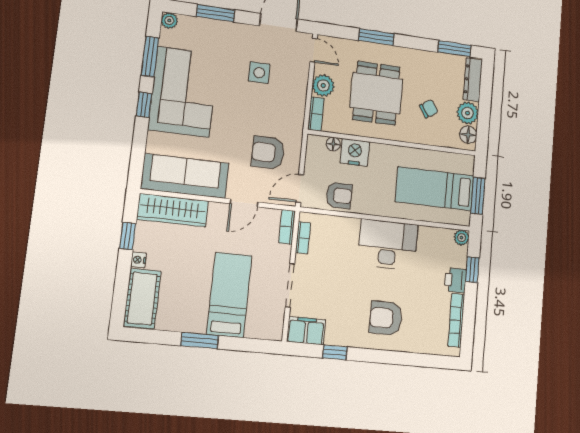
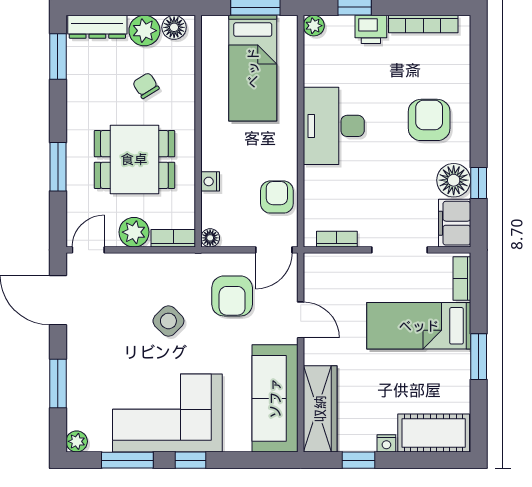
side table: (259, 73) -> (168, 321), moved, turned 45
floor lamp: (333, 144) -> (210, 238), moved
nightstand: (355, 152) -> (210, 181), width x0.53, depth x0.56
door: (300, 189) -> (274, 250), hinge flipped
bookcase: (287, 227) -> (462, 279), moved, turned 90
armchair: (386, 318) -> (429, 120), turned 180
floor lamp: (339, 333) -> (454, 180), added

